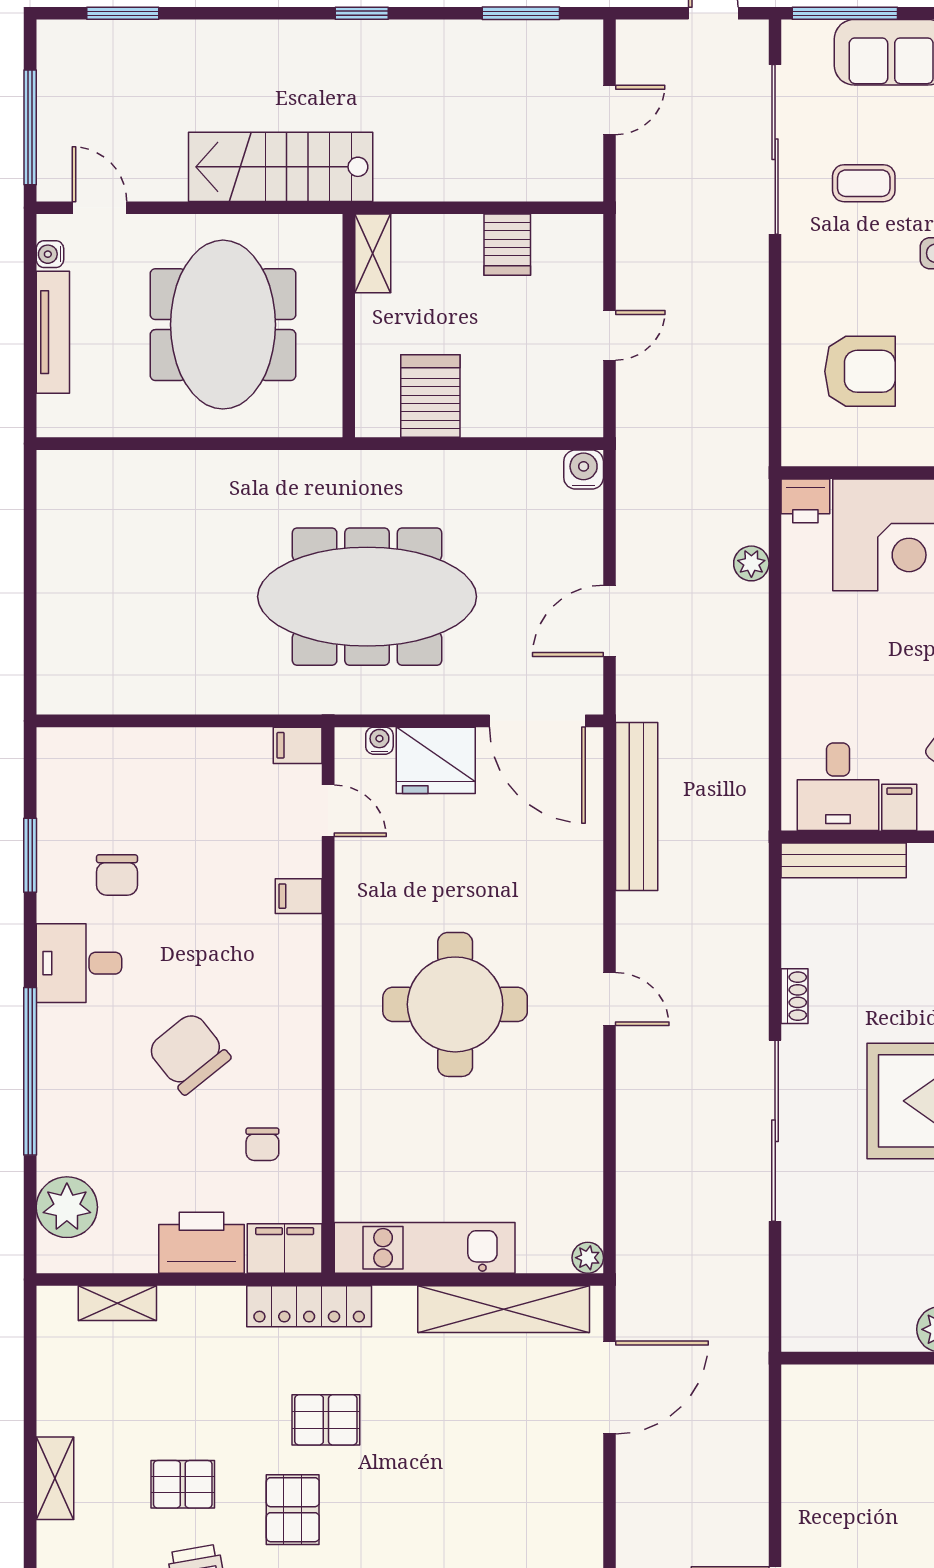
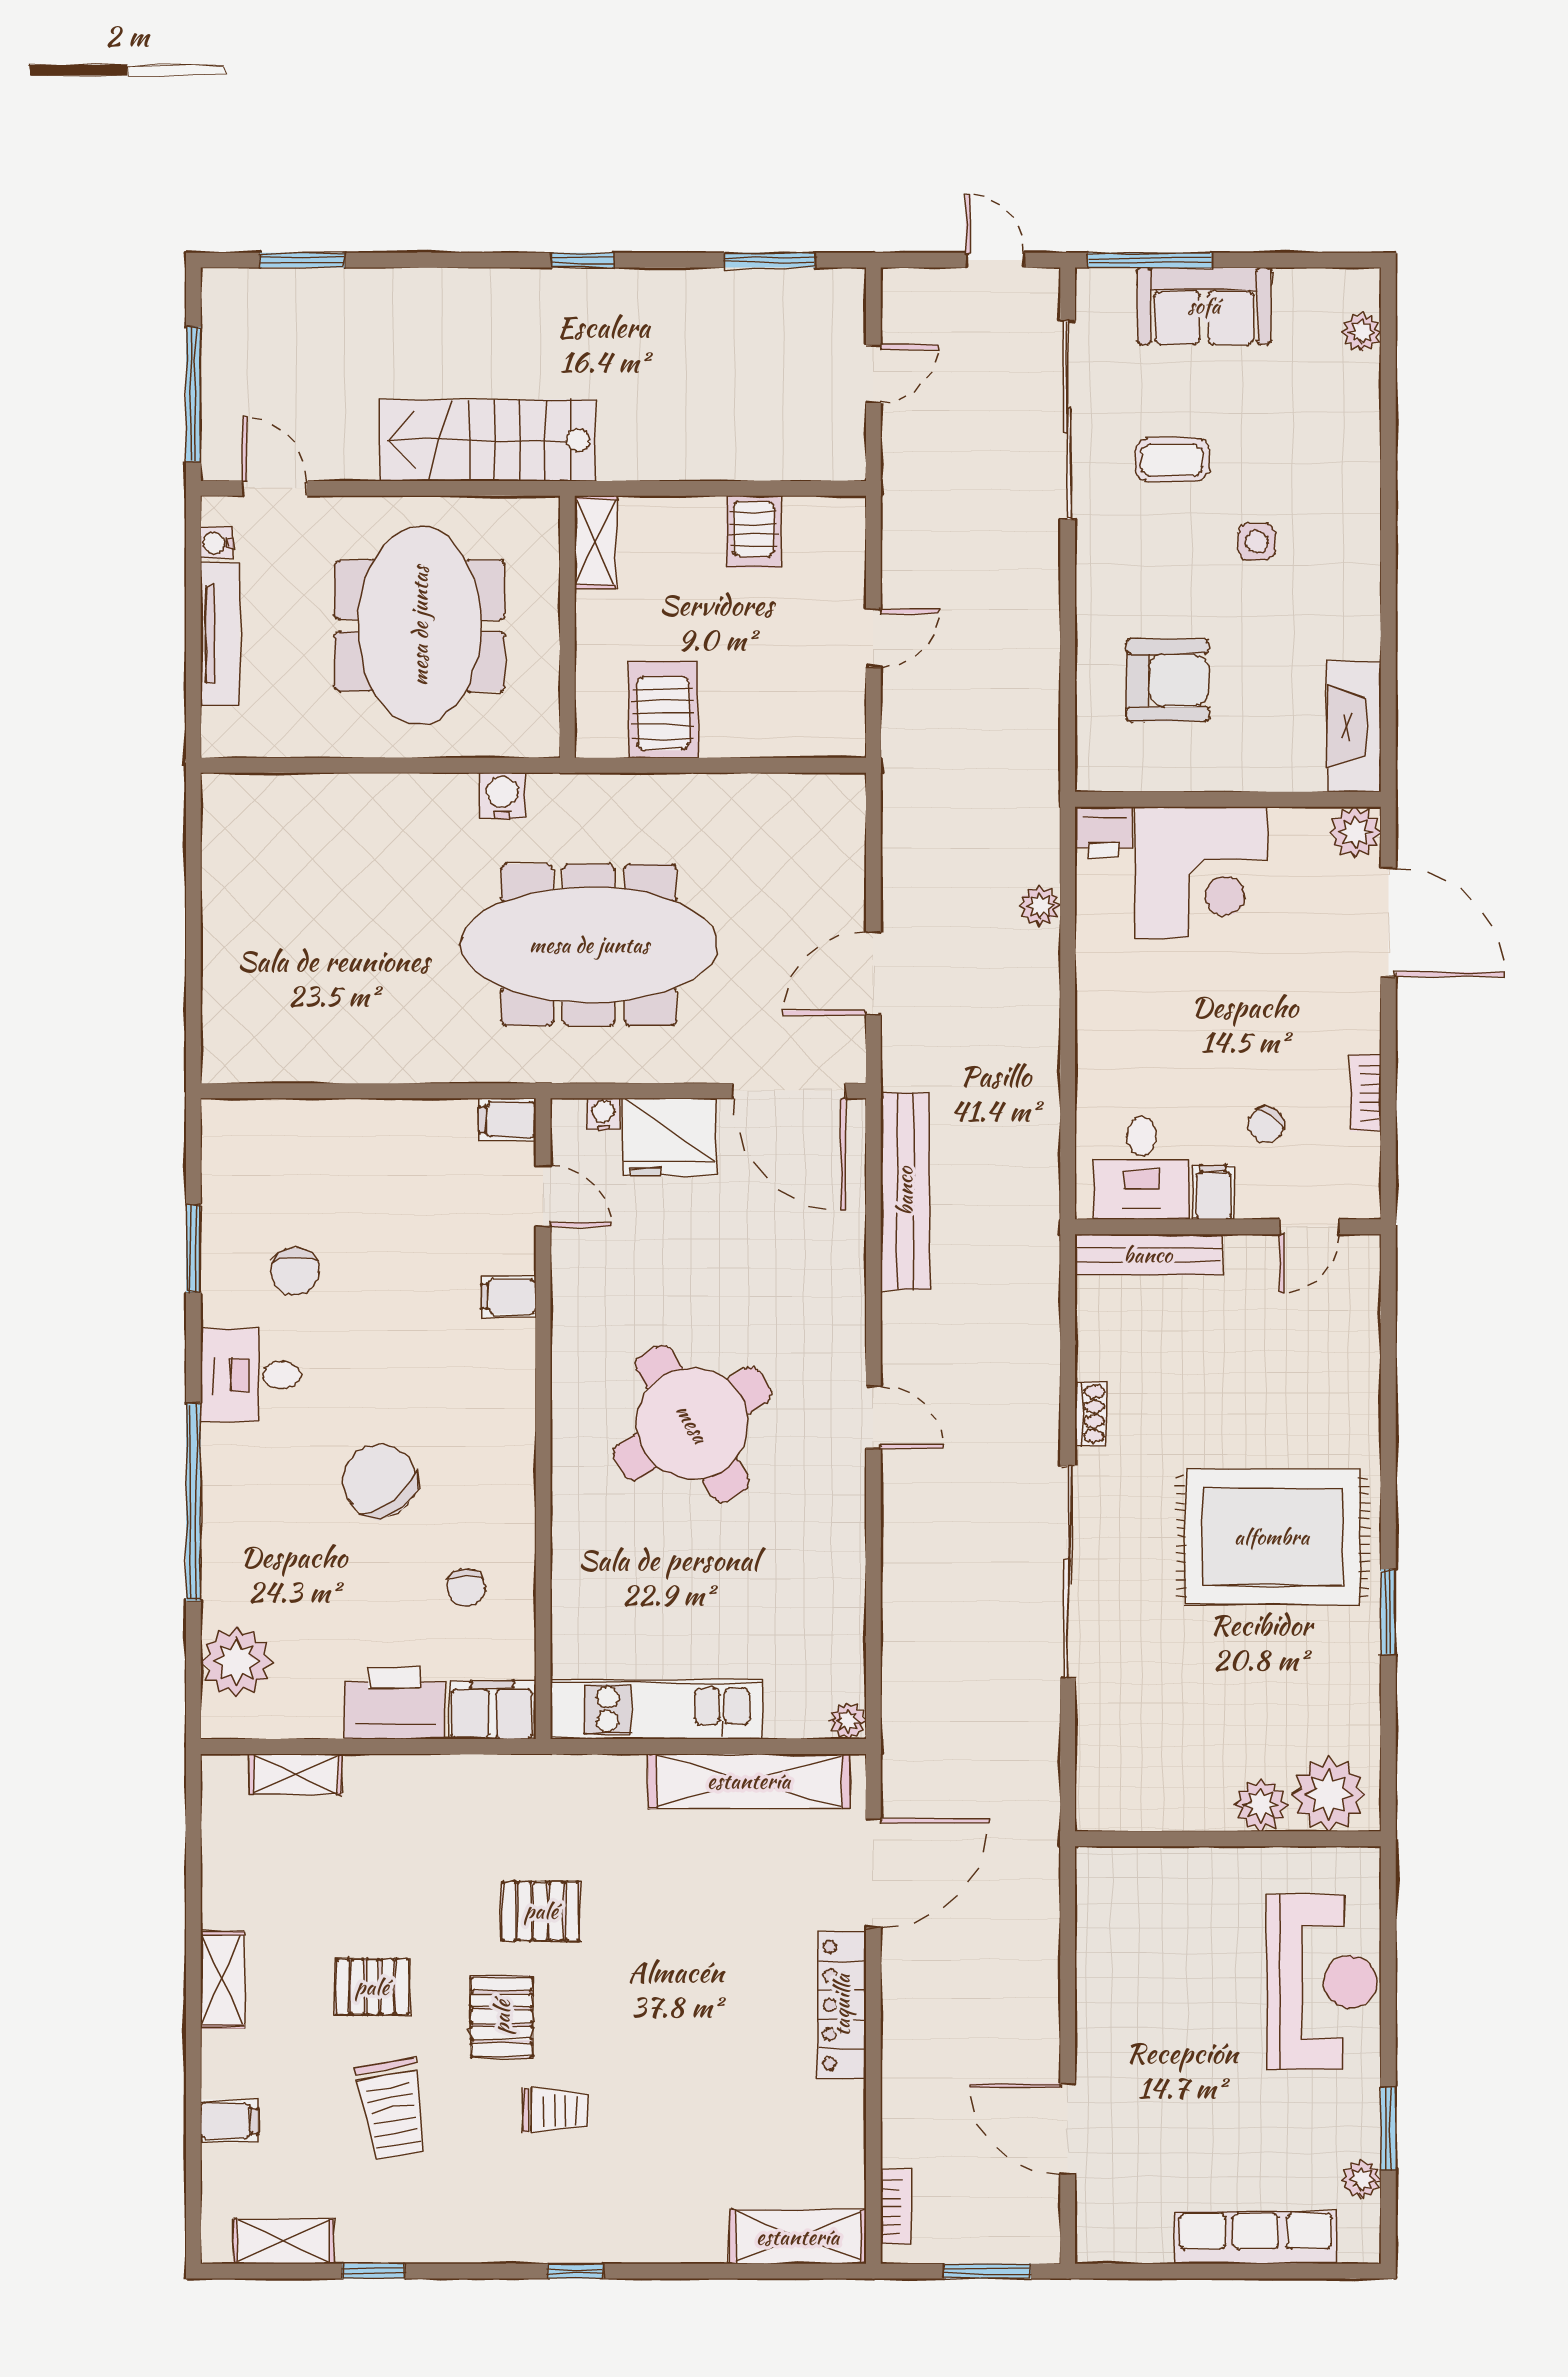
water cooler: (584, 470) -> (502, 796), moved
round table: (455, 1004) -> (692, 1424), turned -31
locker: (309, 1306) -> (842, 2005), moved, turned 90

